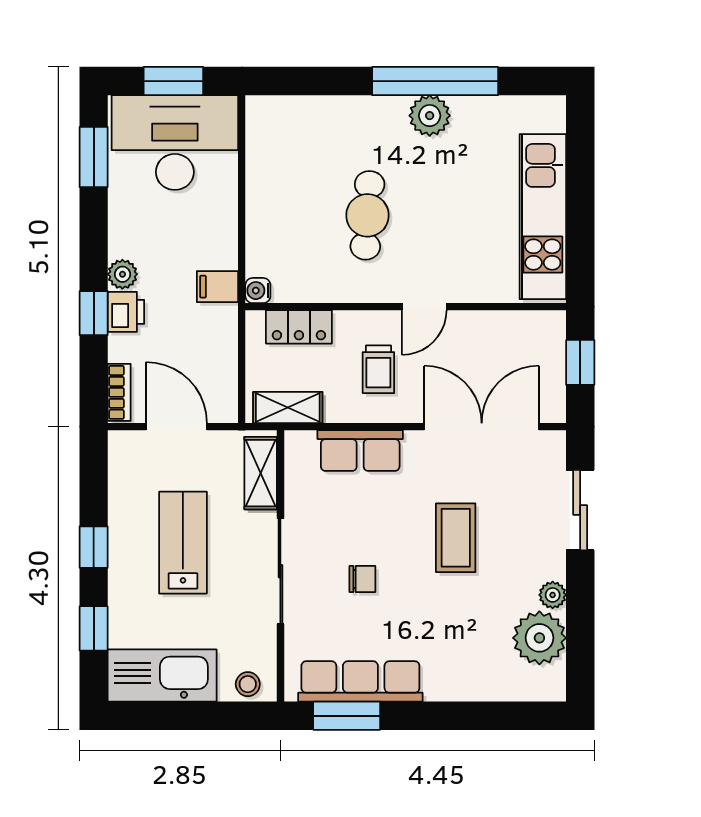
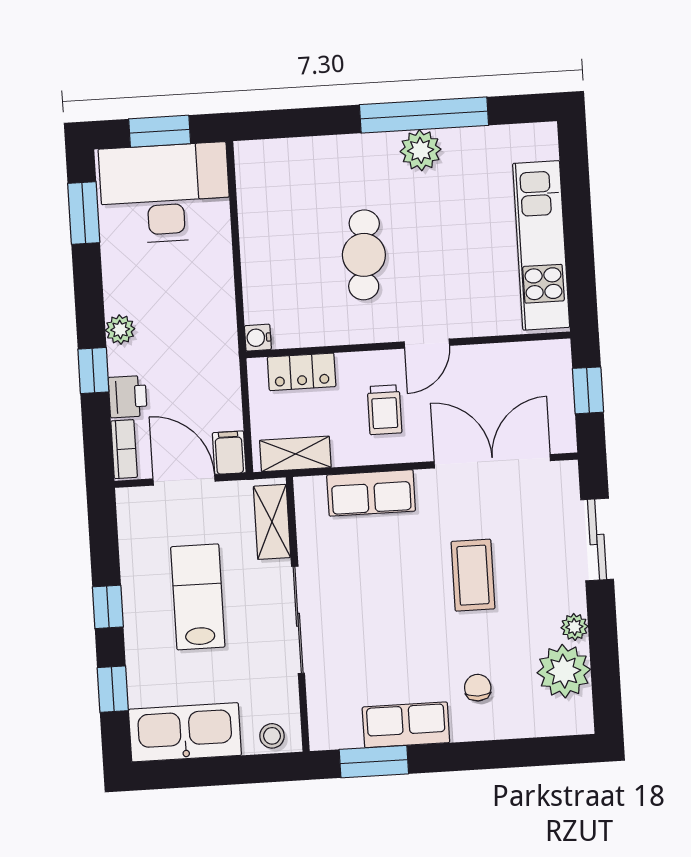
filing cabinet: (217, 287) -> (229, 453), moved, turned 90
printer: (126, 312) -> (128, 397), moved
chair: (362, 579) -> (478, 688), moved, turned -90
row of seats: (360, 681) -> (406, 725), width x0.68

